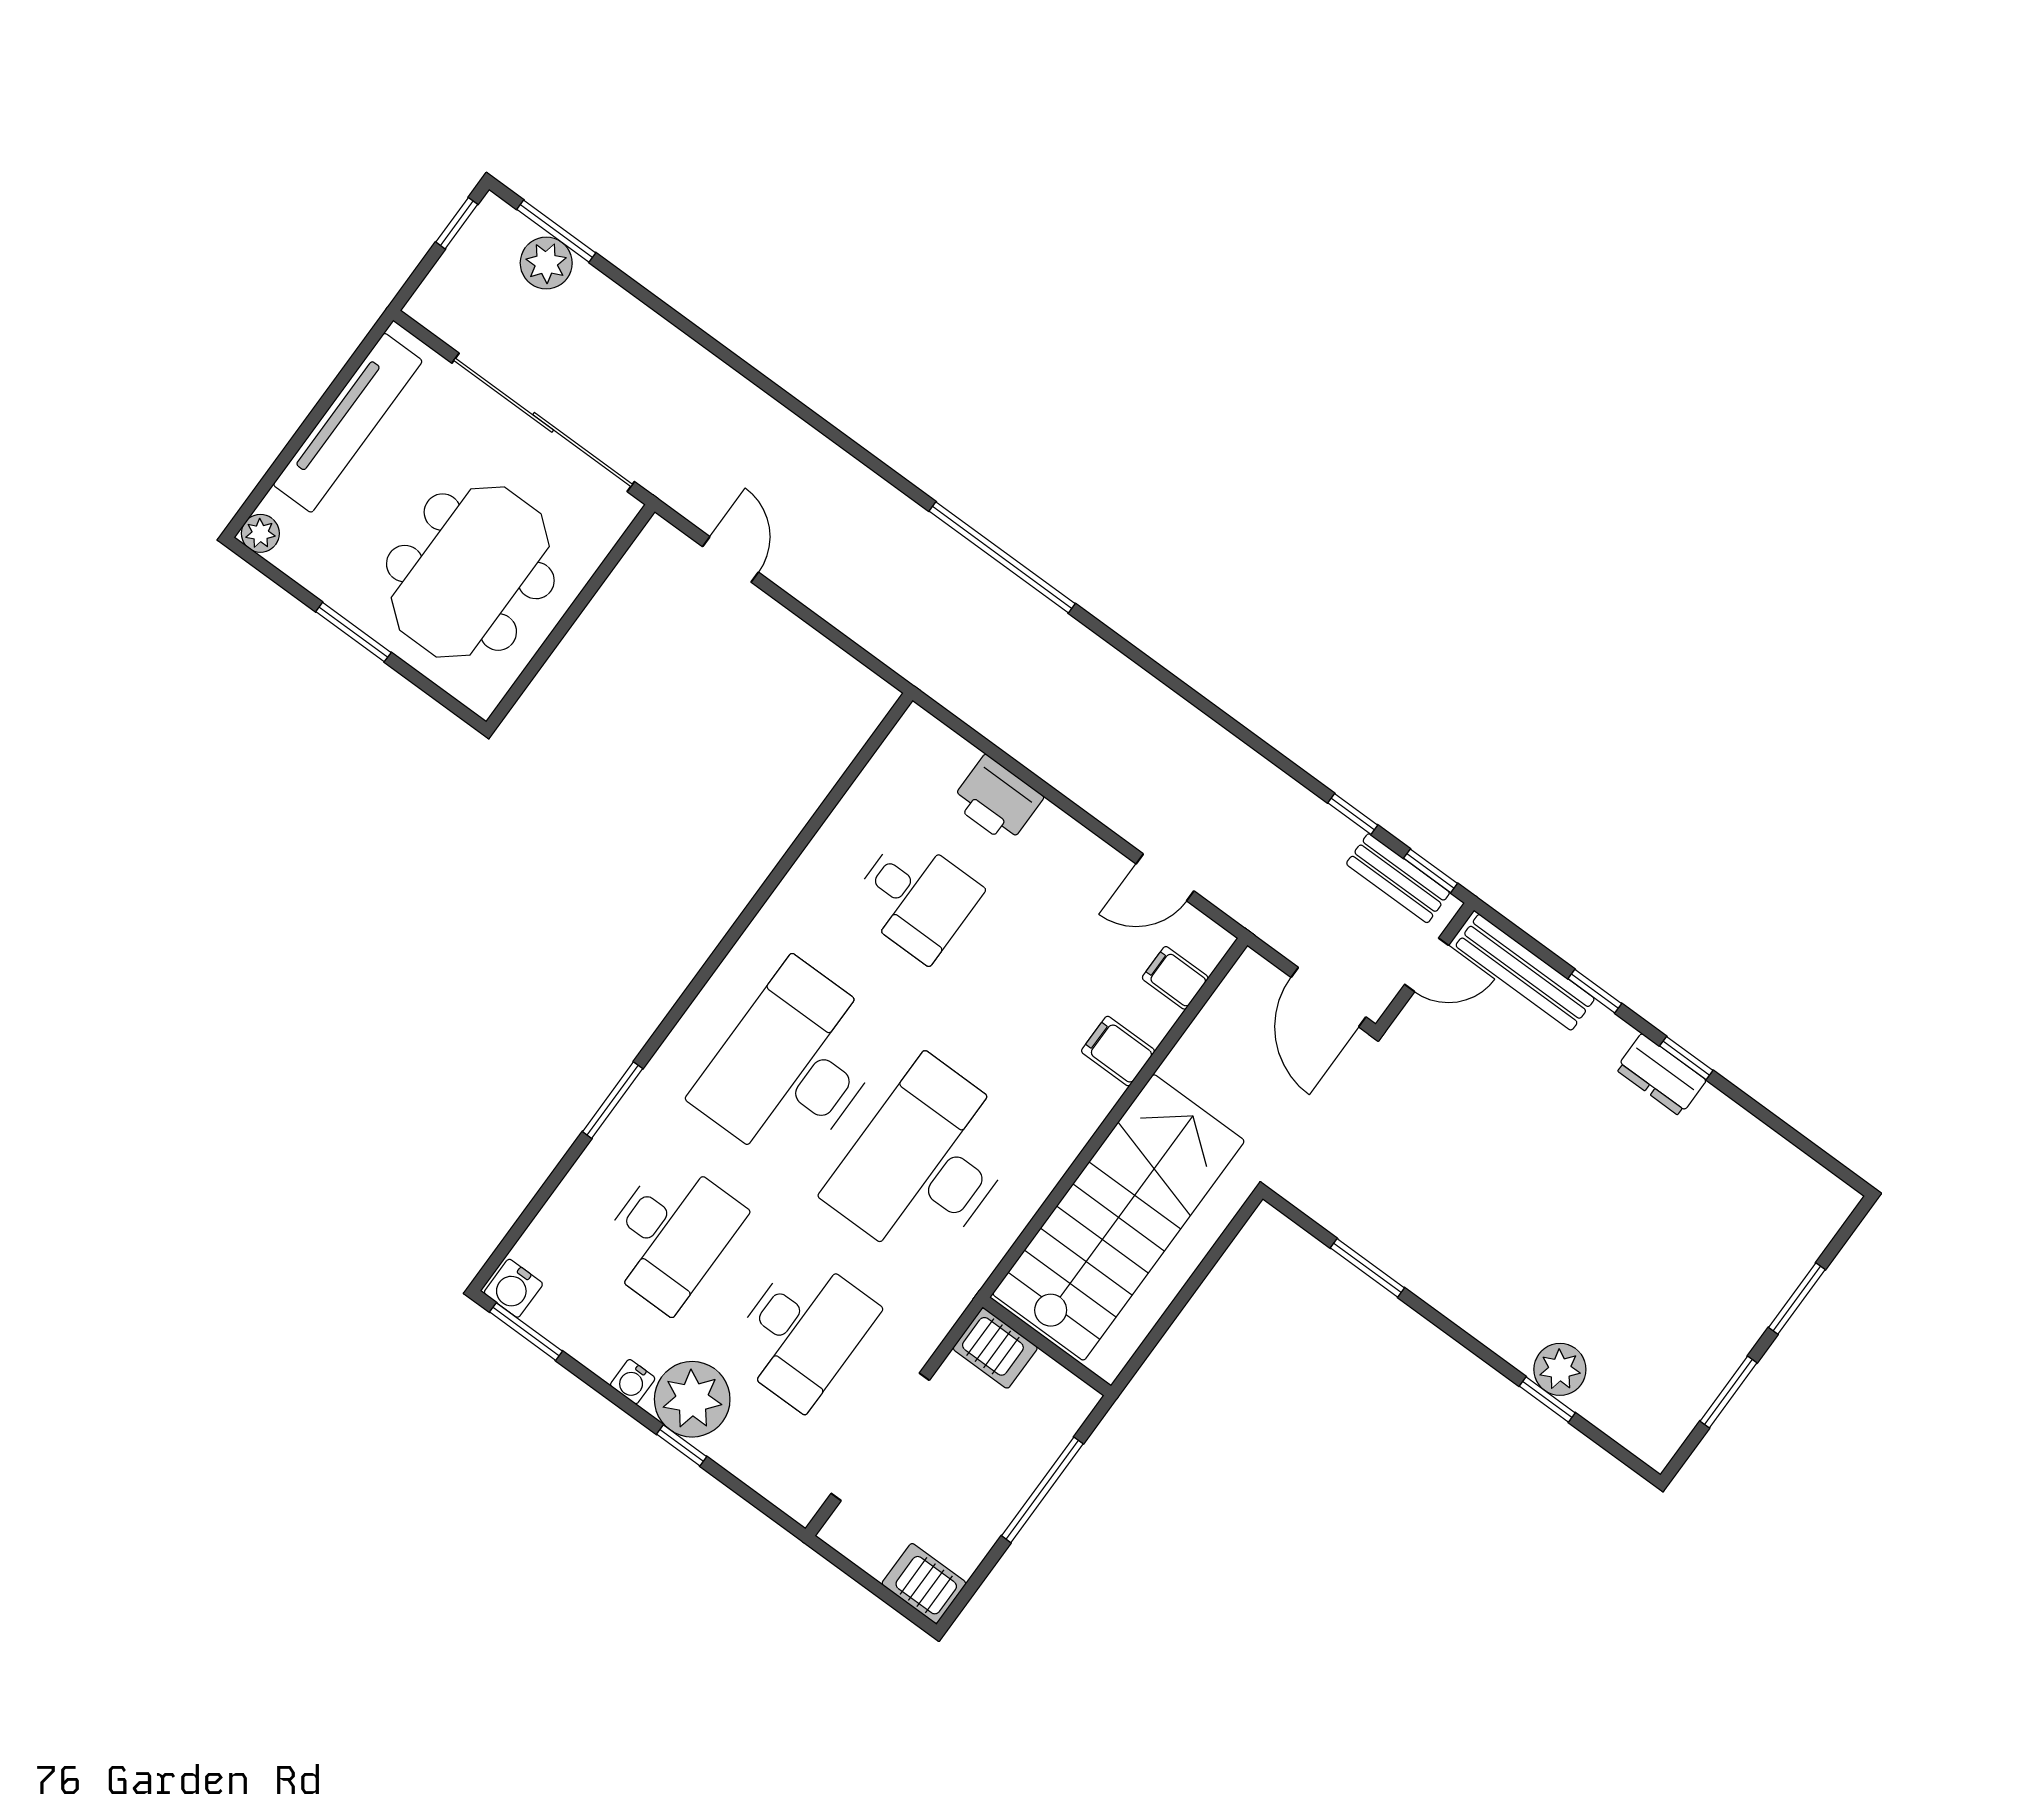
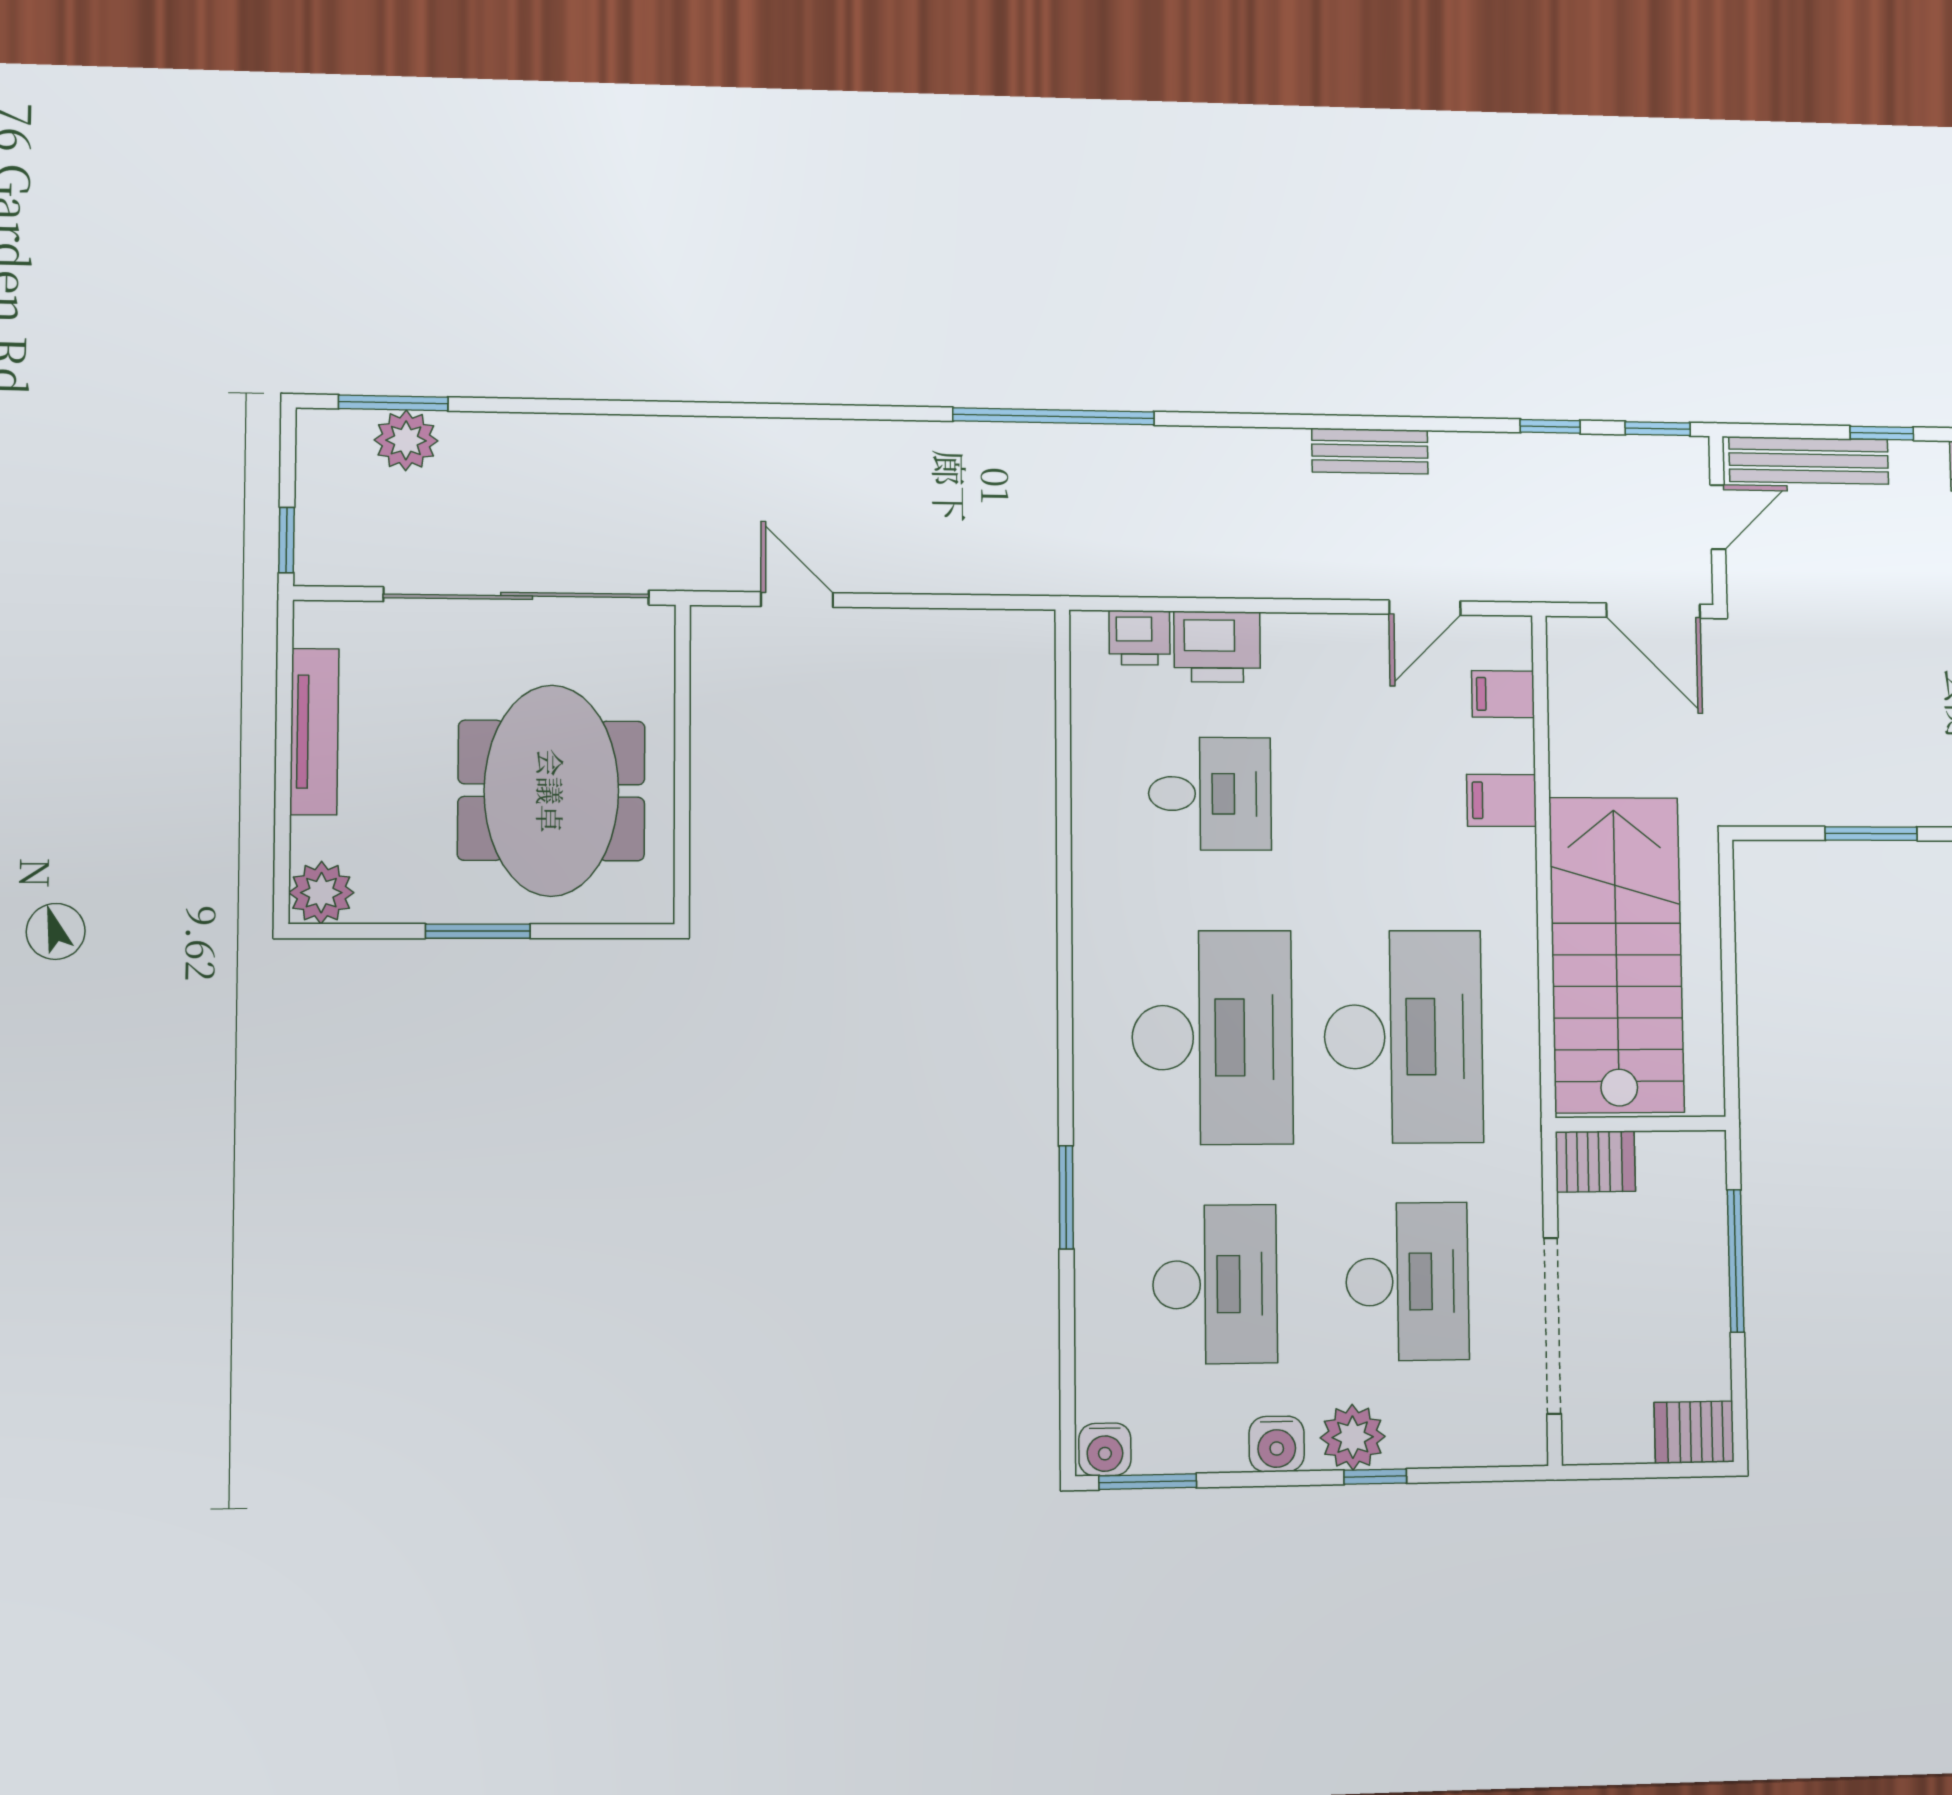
window: (457, 223) -> (287, 540), moved
tv unit: (348, 423) -> (314, 732), width x0.73, depth x0.78
plant: (260, 533) -> (321, 893), width x1.38, depth x1.38
printer: (947, 754) -> (1140, 638), added
bench: (1398, 878) -> (1370, 451), moved
desk: (793, 1066) -> (1212, 1037), turned 180
desk: (926, 1163) -> (1404, 1037), turned 180
water cooler: (633, 1382) -> (1277, 1444), width x1.38, depth x1.38
plant: (692, 1399) -> (1353, 1437), width x0.73, depth x0.73

